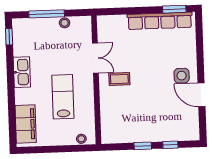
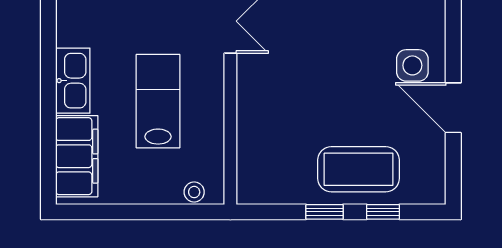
kitchen sink: (22, 72) -> (73, 81), moved
coffee table: (119, 79) -> (359, 169), moved, width x1.86, depth x1.72

